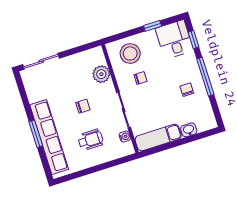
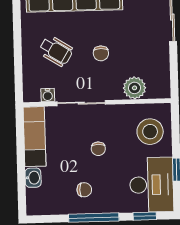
desk: (174, 39) -> (152, 185), width x1.37
chair: (140, 78) -> (98, 149), moved
wheelchair: (91, 140) -> (56, 51), turned -58

